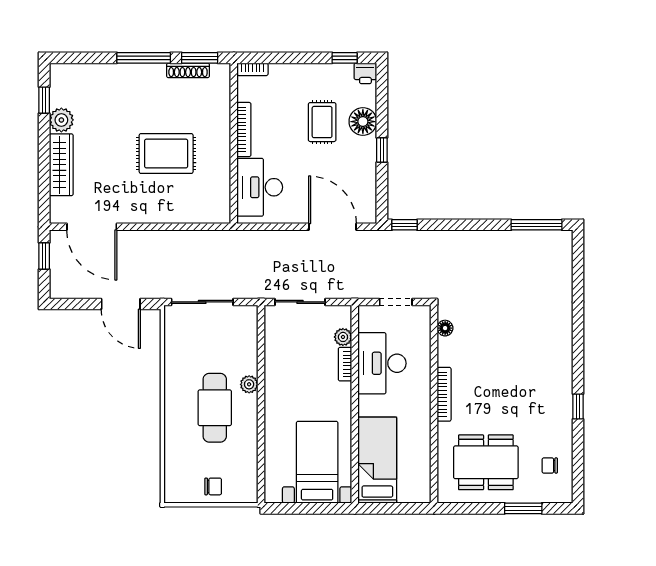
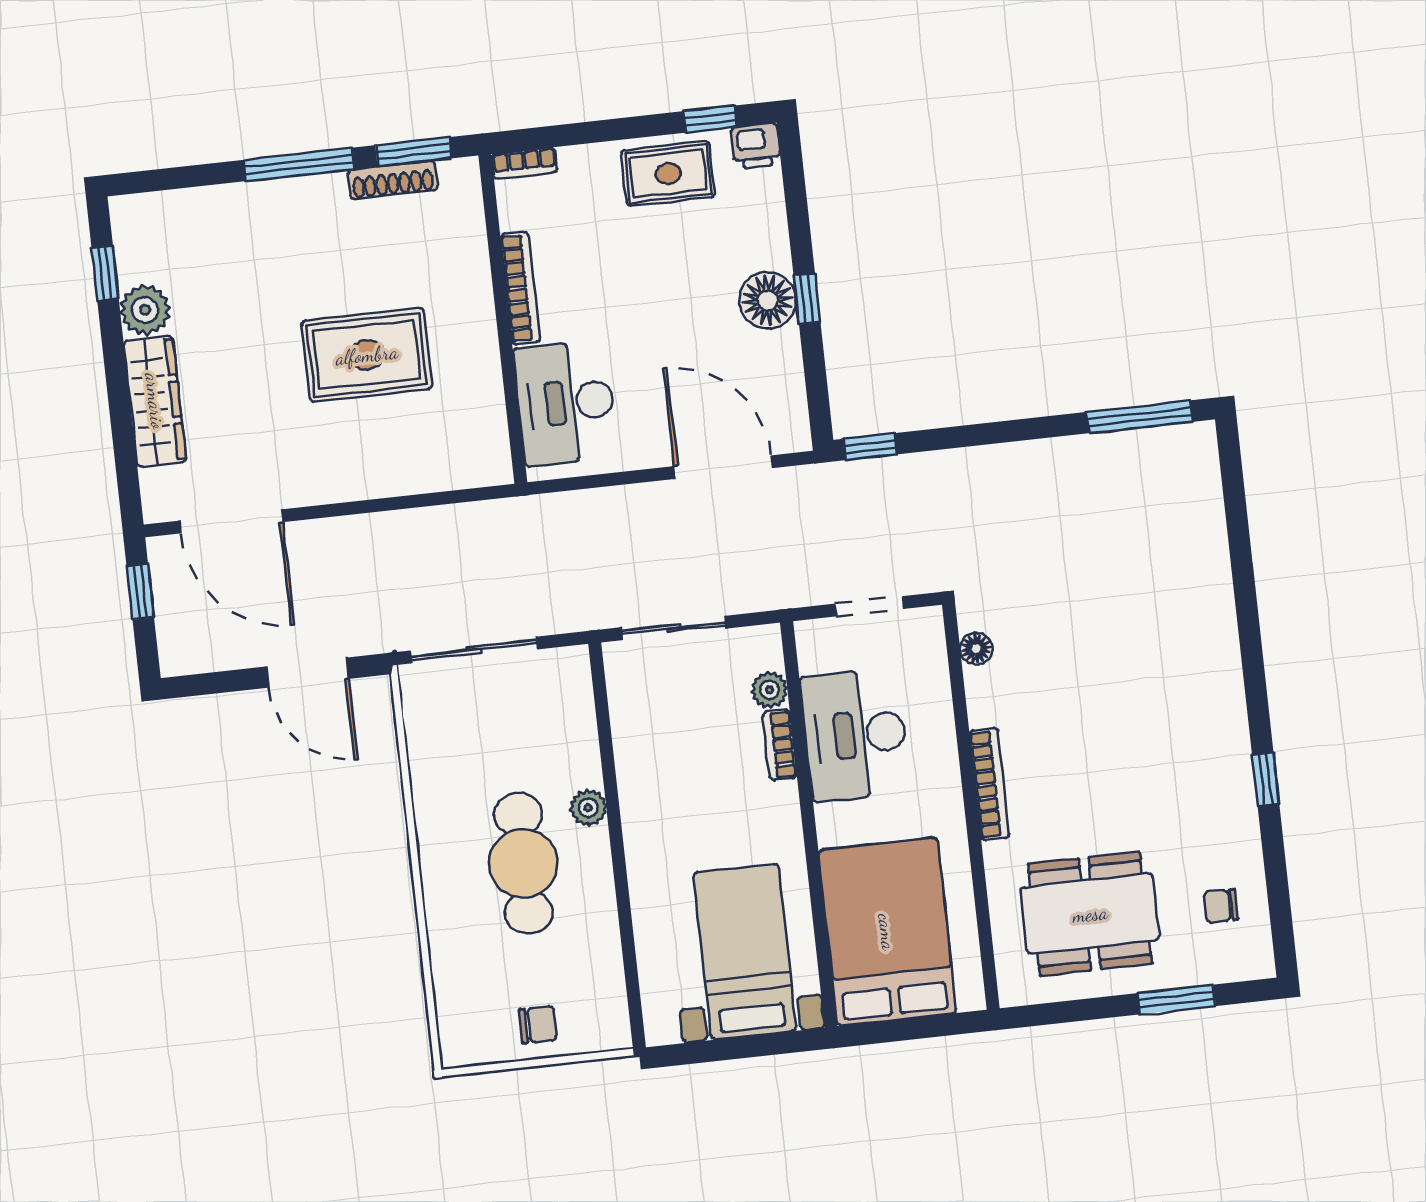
rug: (322, 122) -> (668, 173), moved, turned 90
floor lamp: (363, 122) -> (768, 300), moved
bed: (377, 460) -> (887, 932), width x1.50

